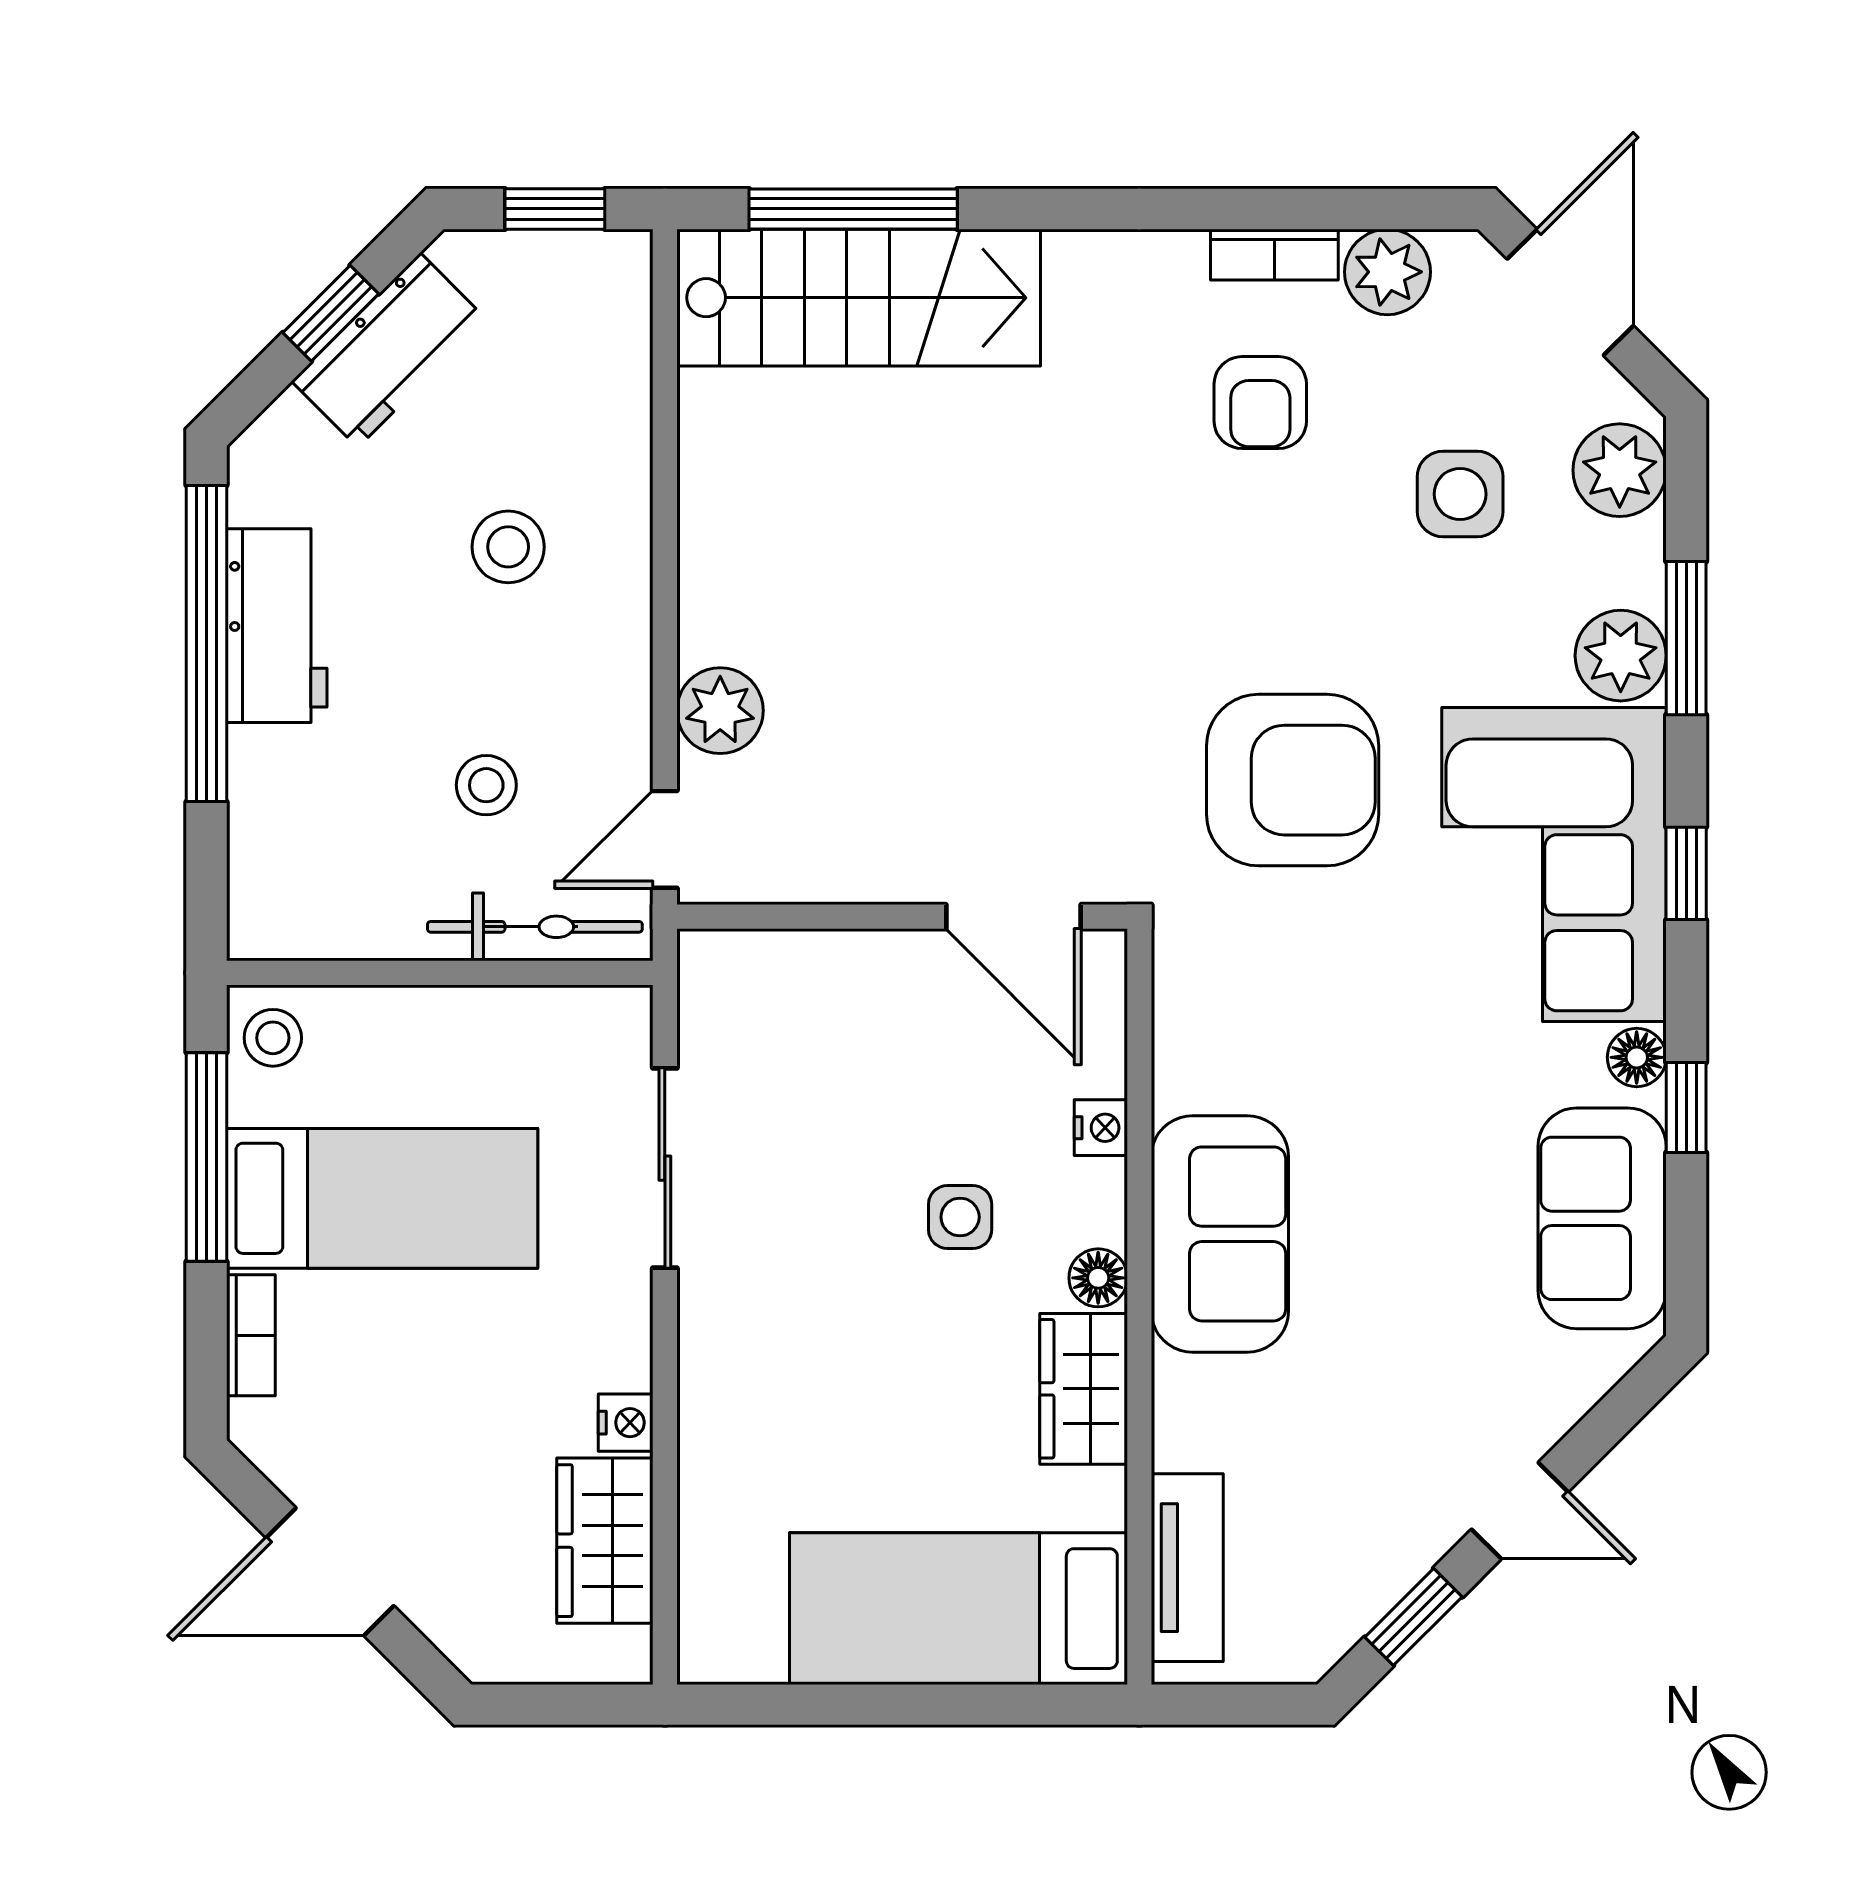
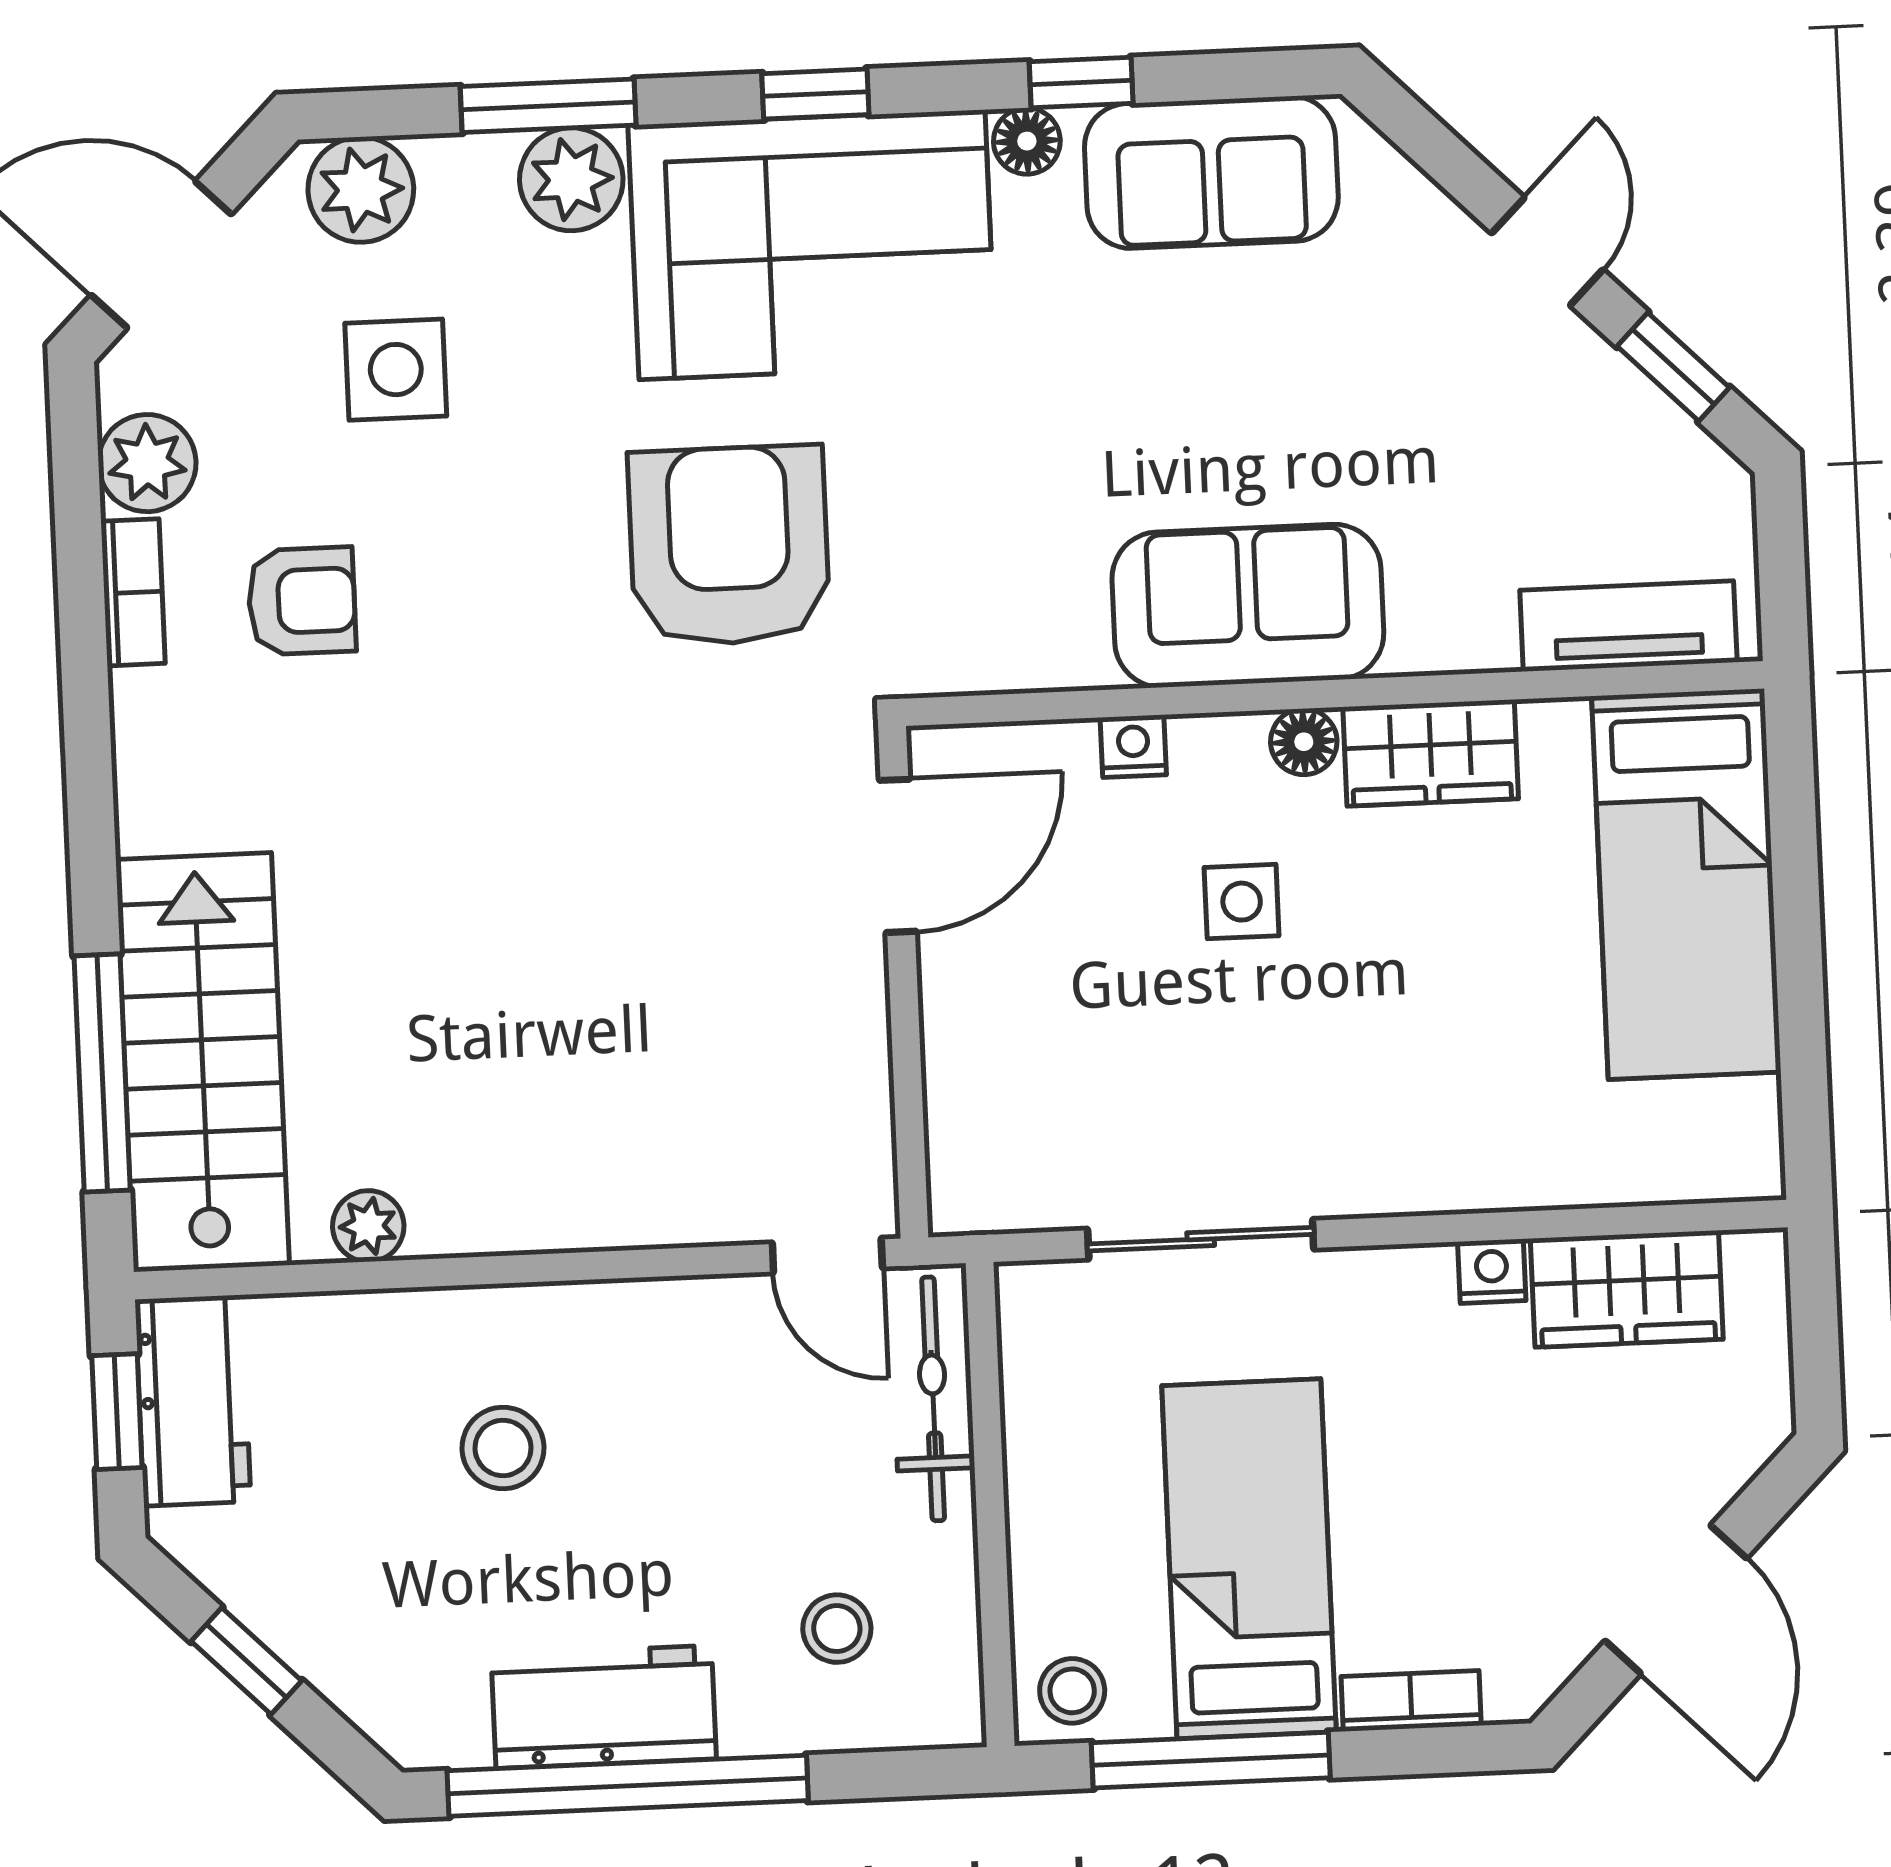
workbench: (389, 350) -> (193, 1401), moved, turned 45
plant: (720, 711) -> (368, 1226), moved, width x0.73, depth x0.73
stool: (486, 785) -> (837, 1629), moved

